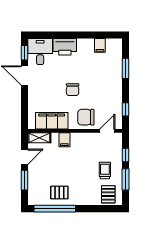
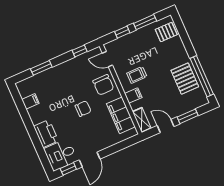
trolley: (105, 170) -> (137, 75), moved
pallet: (59, 192) -> (185, 79), width x1.50, depth x1.42

